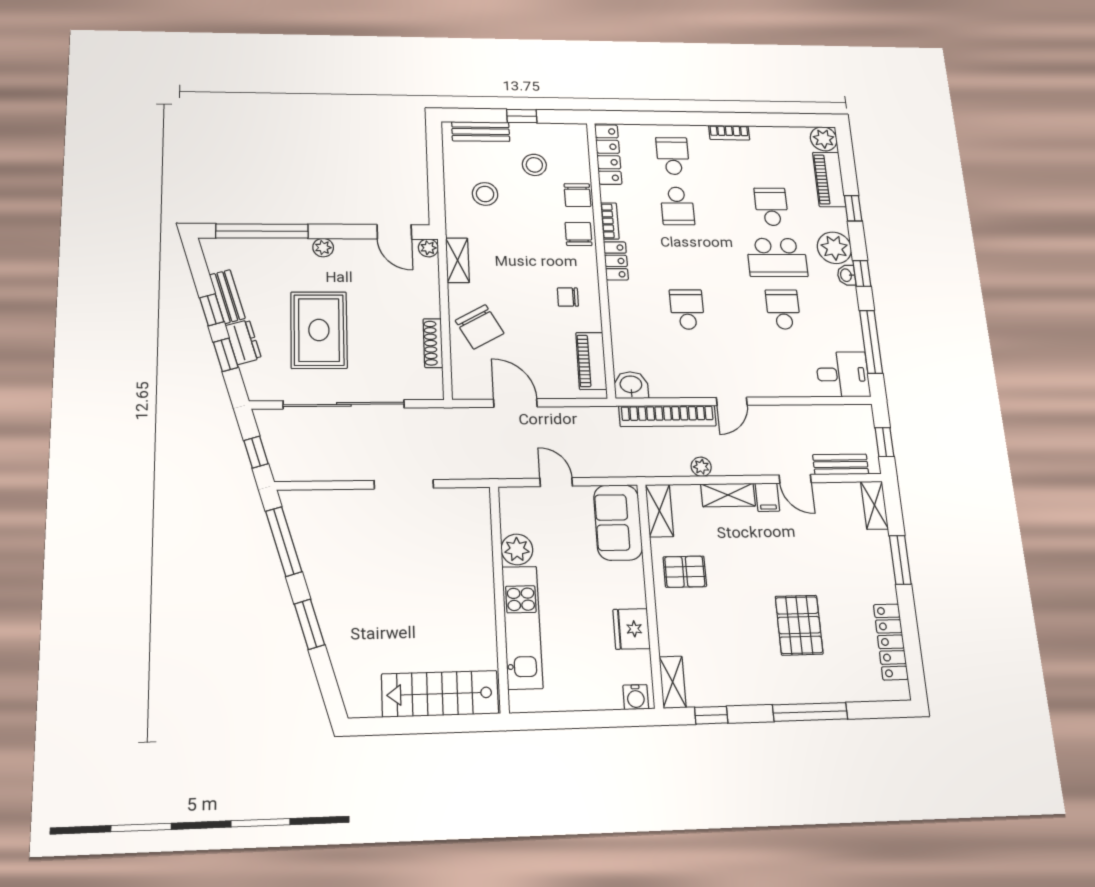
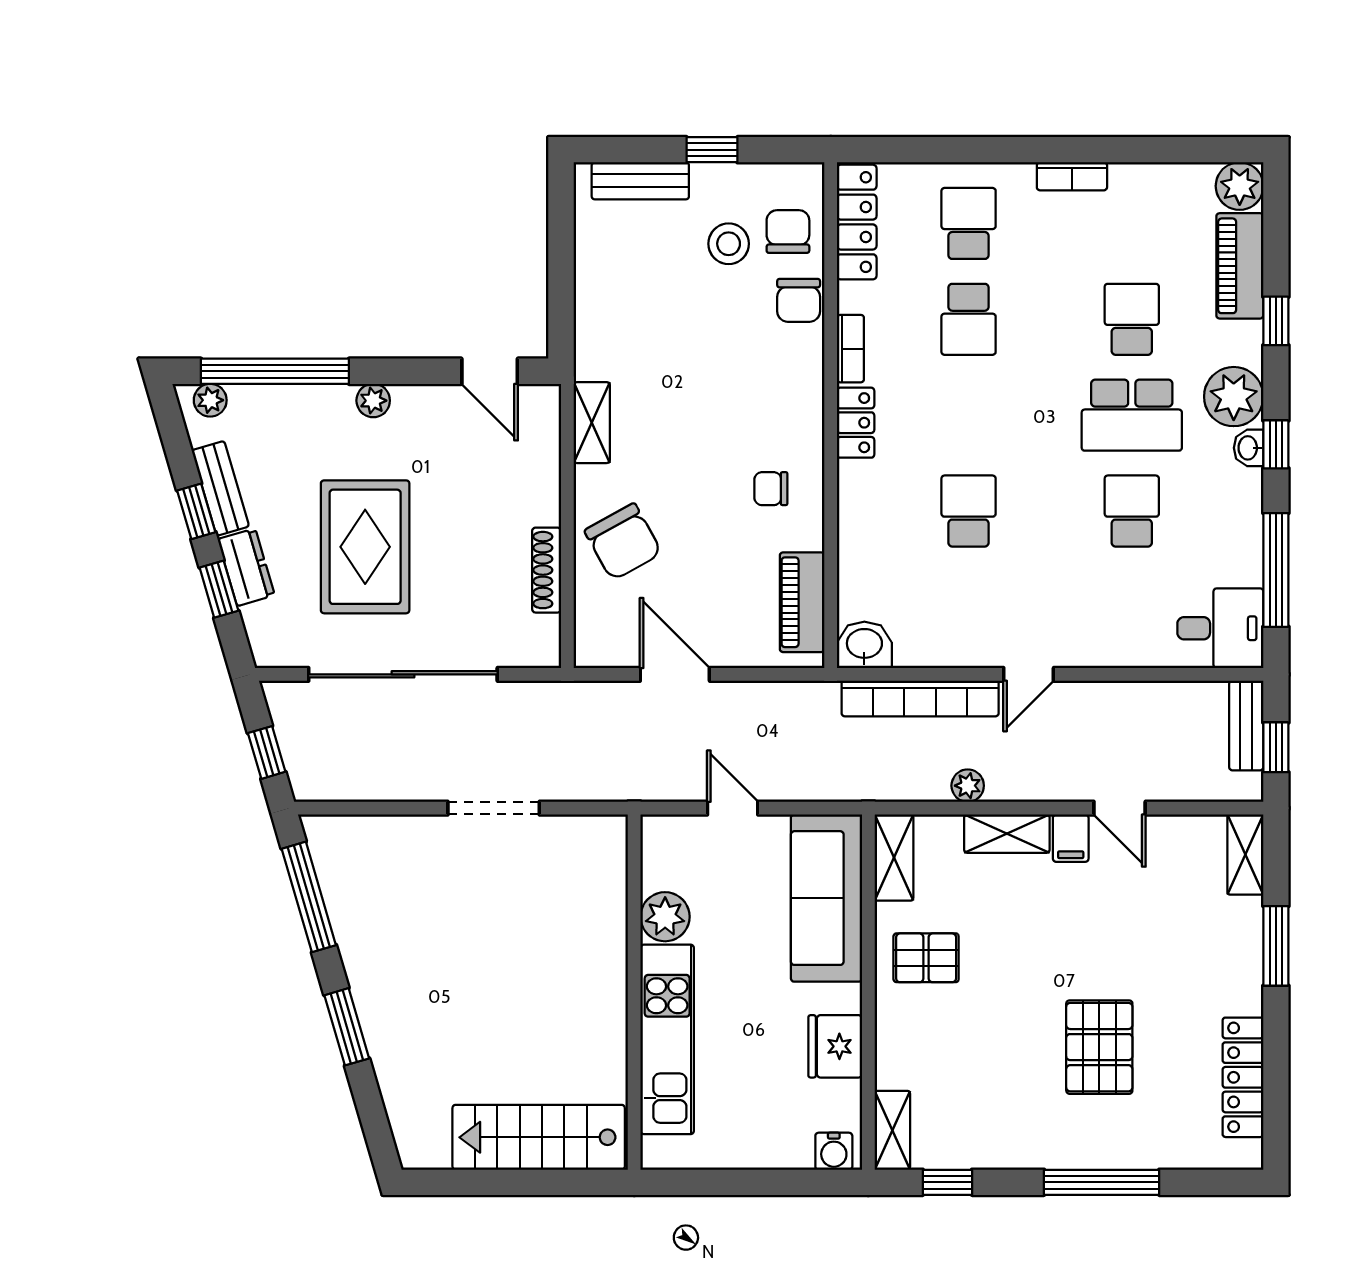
stool: (485, 194) -> (643, 300), removed
chair: (579, 234) -> (788, 232), moved
plant: (428, 248) -> (210, 400), moved
bench: (841, 464) -> (1246, 725), moved, turned 90
sofa: (618, 522) -> (826, 898), width x1.36

